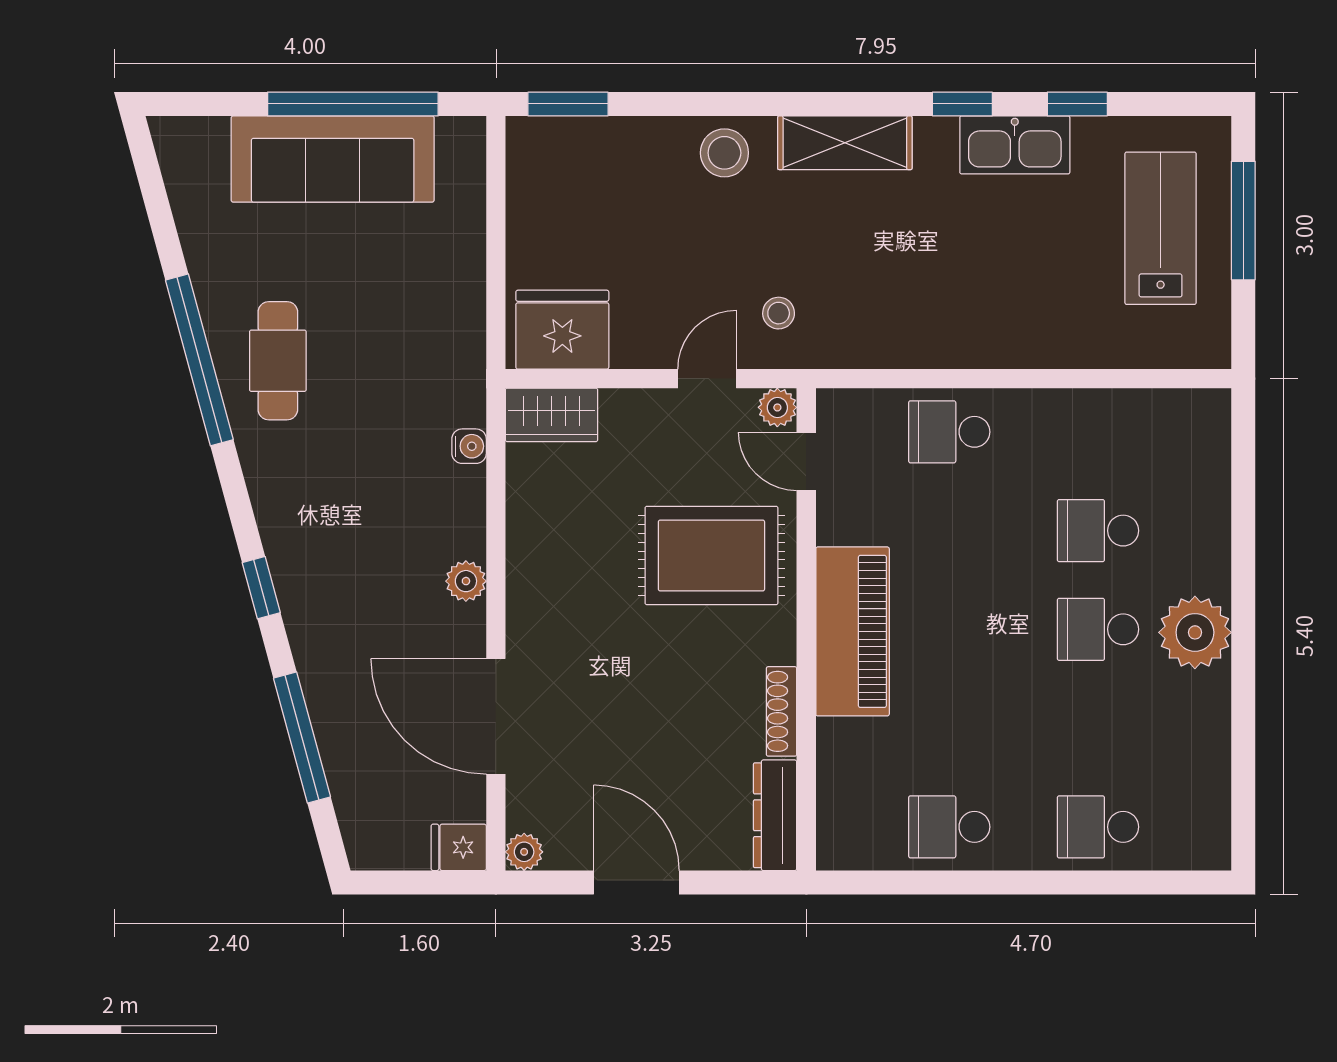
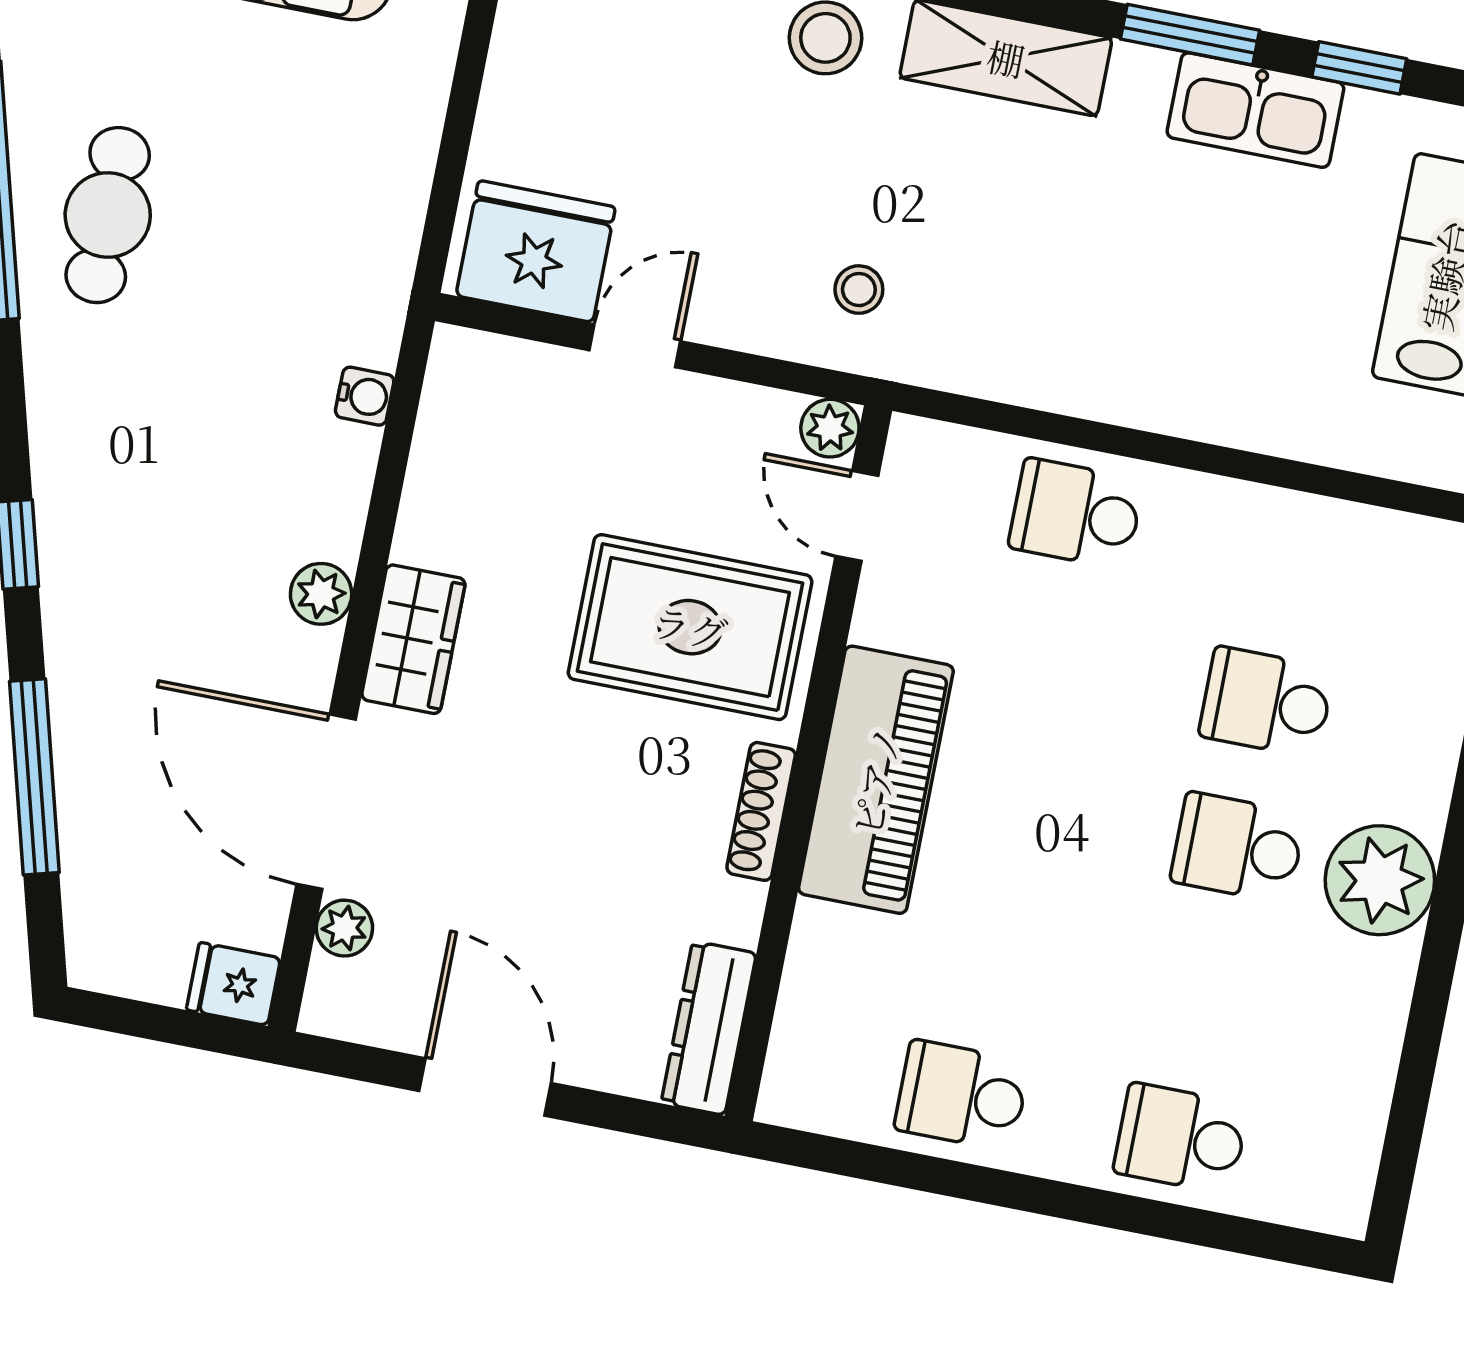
window: (962, 104) -> (1190, 35), width x1.50
door: (707, 379) -> (635, 346), moved
wardrobe: (552, 415) -> (413, 639), moved, turned -90
shoe rack: (782, 711) -> (761, 811), moved
plant: (524, 852) -> (344, 928), moved

